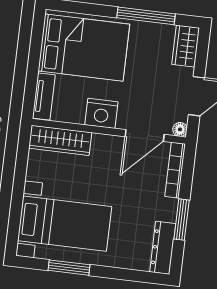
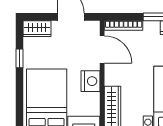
window: (146, 16) -> (19, 58), width x0.46
floor lamp: (180, 129) -> (95, 25), removed

